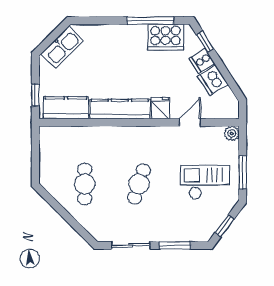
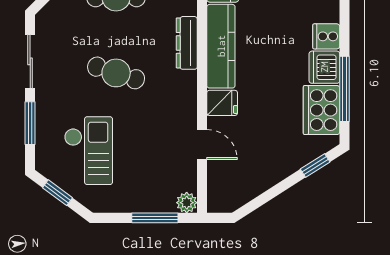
cooker: (202, 61) -> (326, 36), moved, turned -58
dishwasher: (213, 80) -> (324, 67), moved, turned -58
dresser: (118, 133) -> (187, 43), added
window: (243, 172) -> (155, 218), moved
checkout: (205, 182) -> (88, 151), moved

